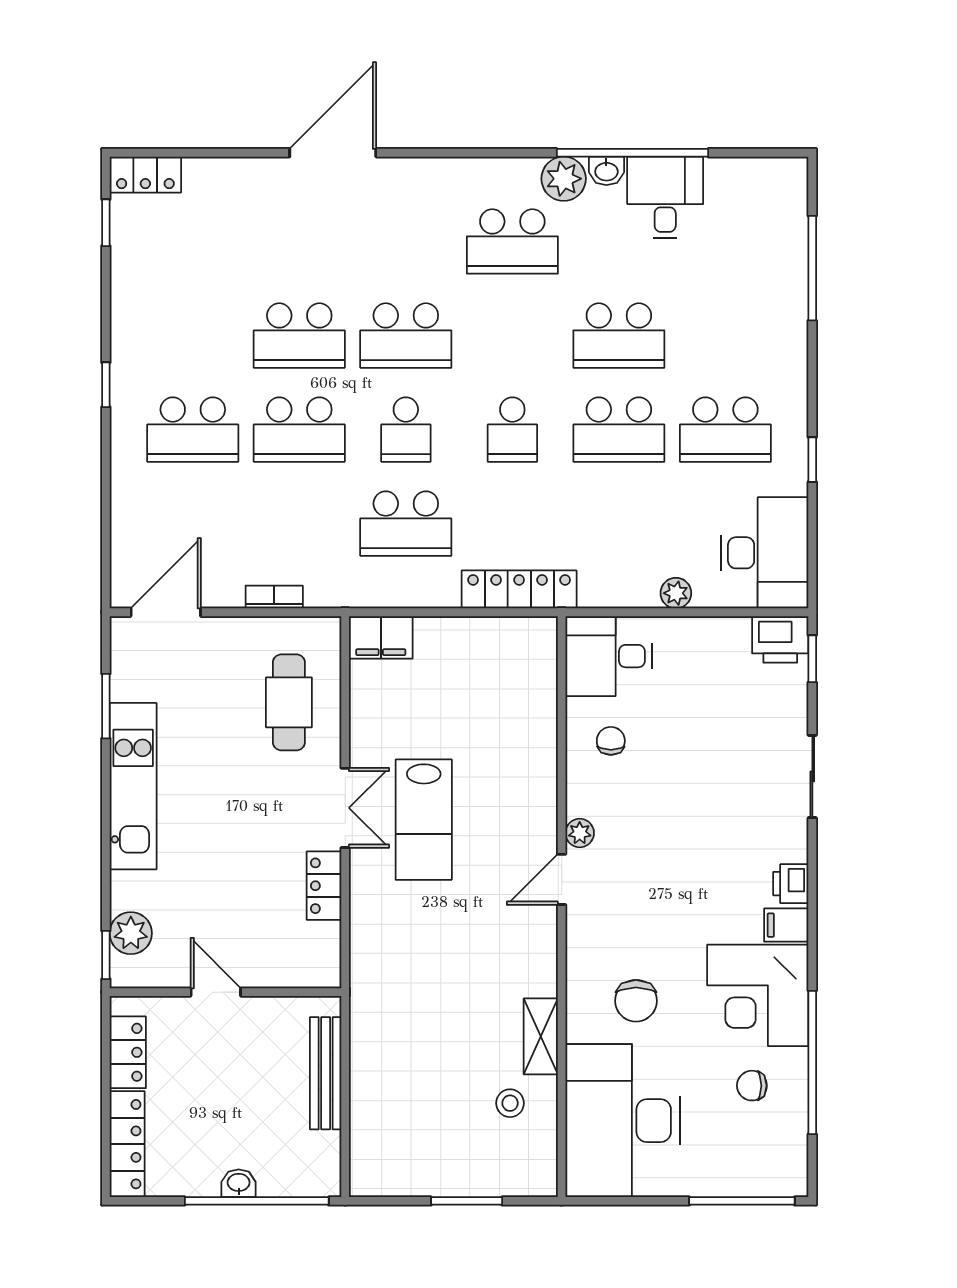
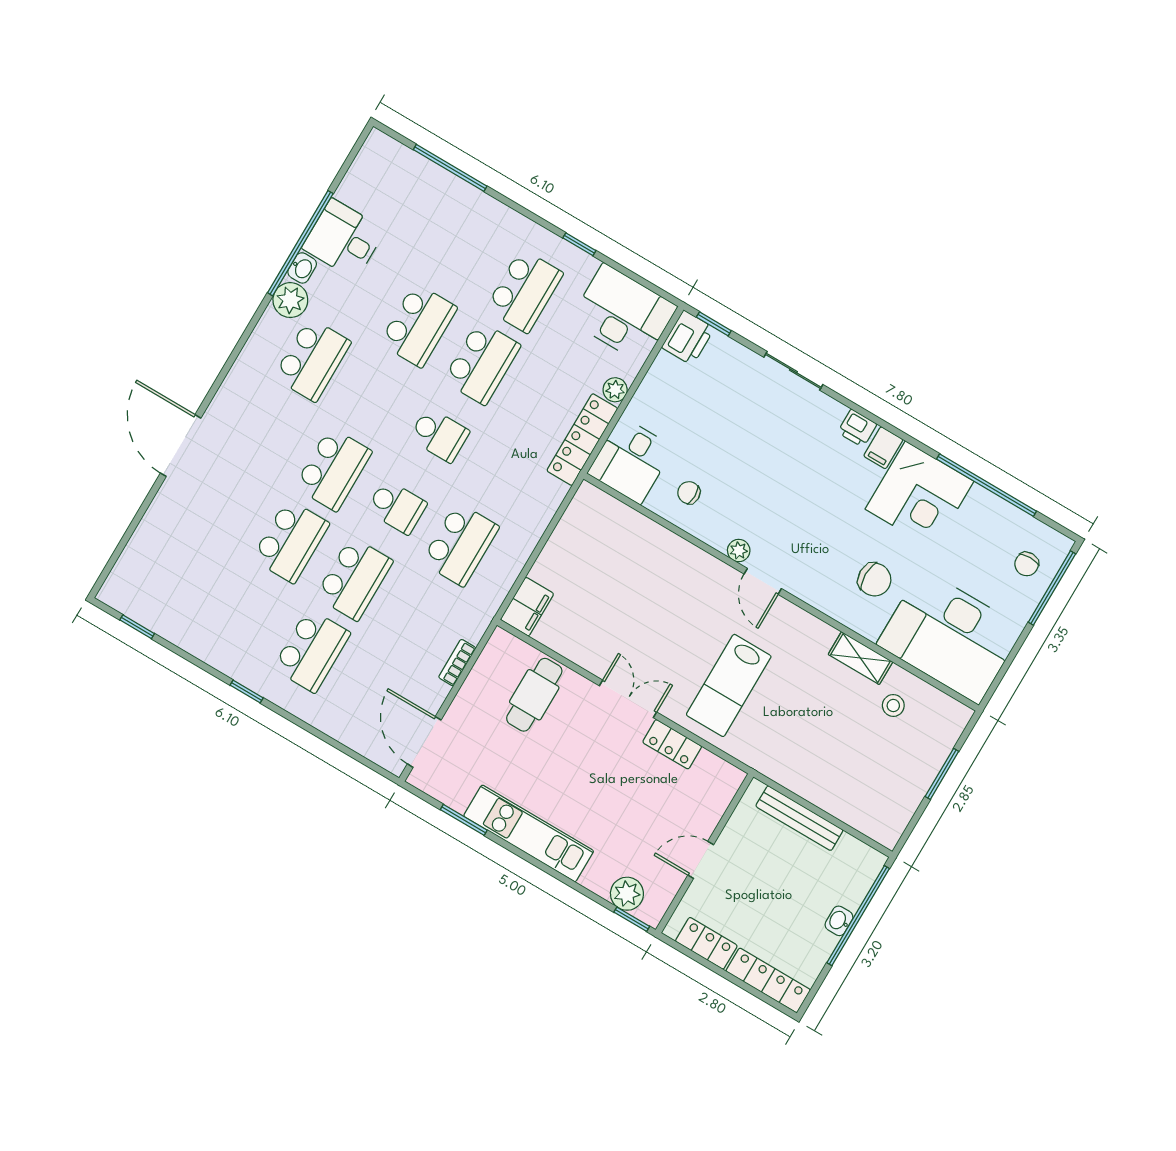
locker: (145, 175) -> (120, 581), removed
locker: (519, 589) -> (582, 440), moved
cafe table: (289, 702) -> (534, 695), turned 90
lab bench: (424, 820) -> (729, 685), moved, turned 90
chair: (752, 1086) -> (1027, 564), moved

